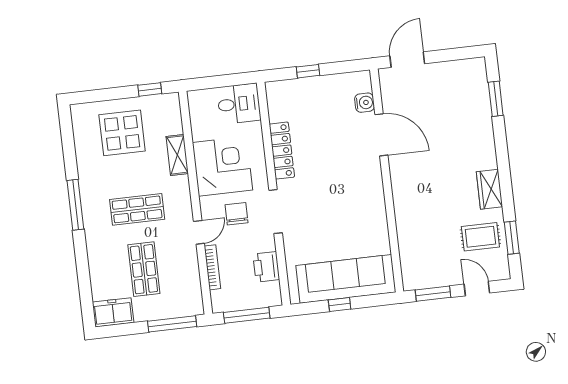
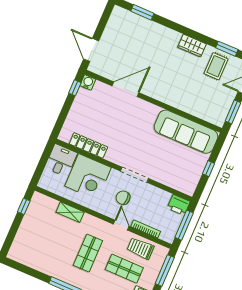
window: (308, 71) -> (75, 88), moved
water cooler: (364, 103) -> (88, 82), moved
display table: (122, 133) -> (39, 236), removed
locker: (282, 151) -> (88, 145), moved
corner desk: (222, 166) -> (88, 177), moved, turned 180
printer: (266, 267) -> (179, 205), moved
trolley: (183, 275) -> (140, 248), added
sofa: (346, 279) -> (186, 132), moved, turned -90

